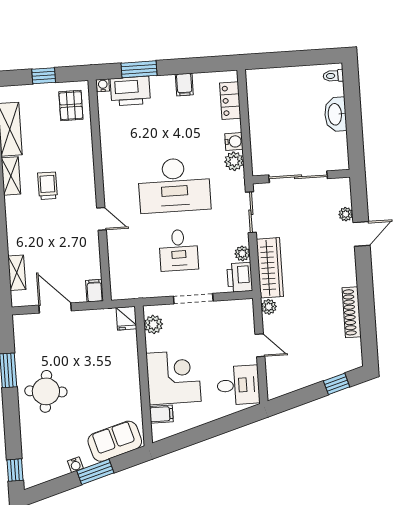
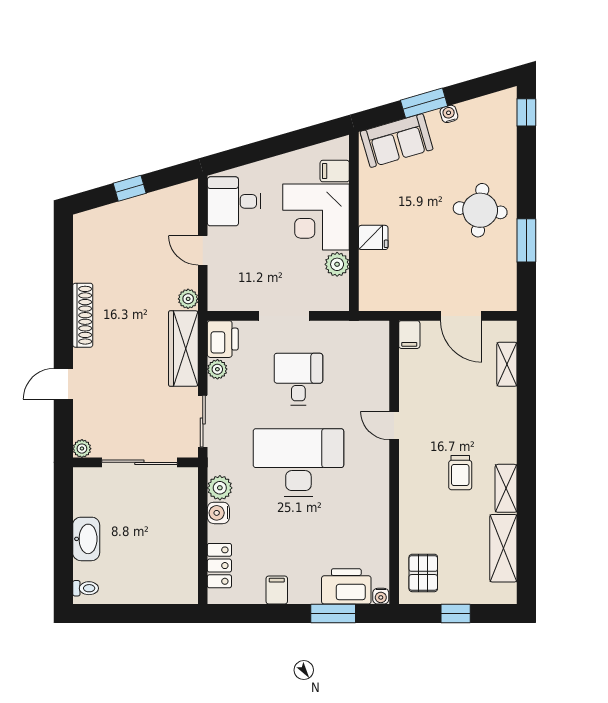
plant: (346, 214) -> (82, 449), moved
shoe rack: (352, 312) -> (83, 315), moved
fridge: (126, 318) -> (373, 237), moved, turned 90
plant: (153, 324) -> (337, 264), moved
window: (337, 384) -> (130, 188), moved

